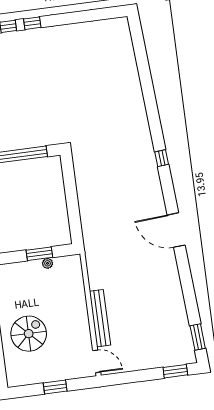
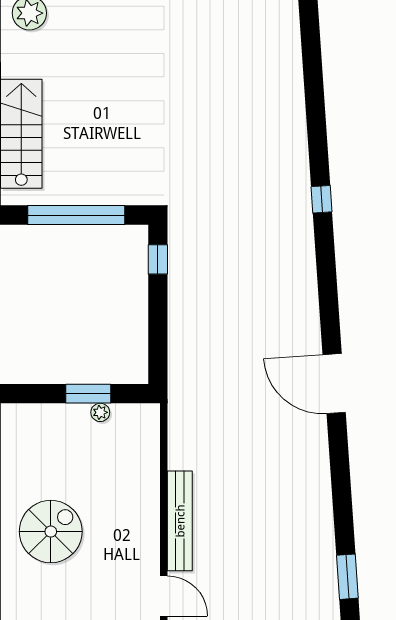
window: (162, 158) -> (322, 199), moved
window: (68, 174) -> (158, 259), added

